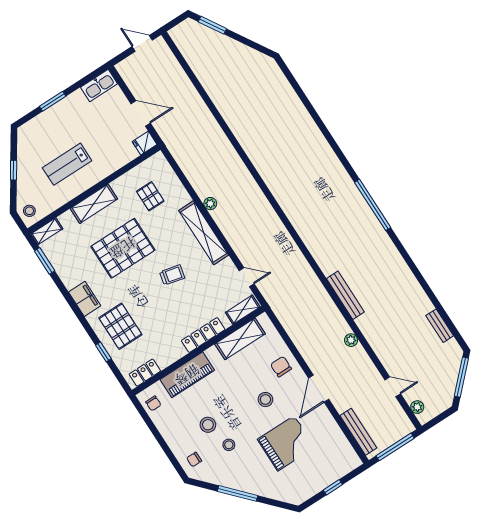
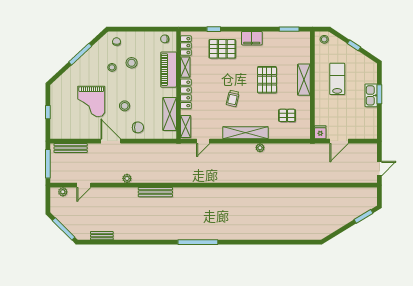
kitchen sink: (99, 85) -> (371, 95), moved
shelving: (47, 231) -> (185, 67), moved
pallet: (123, 248) -> (267, 80), width x0.73, depth x0.71

